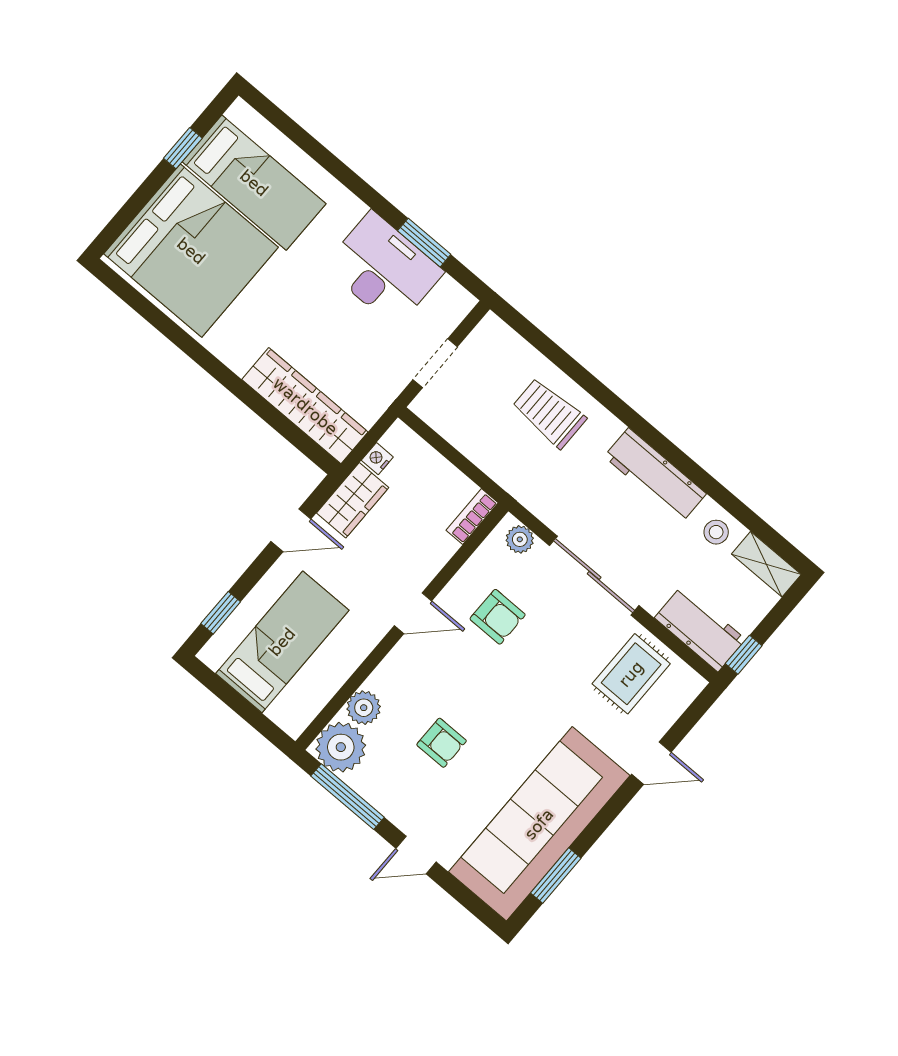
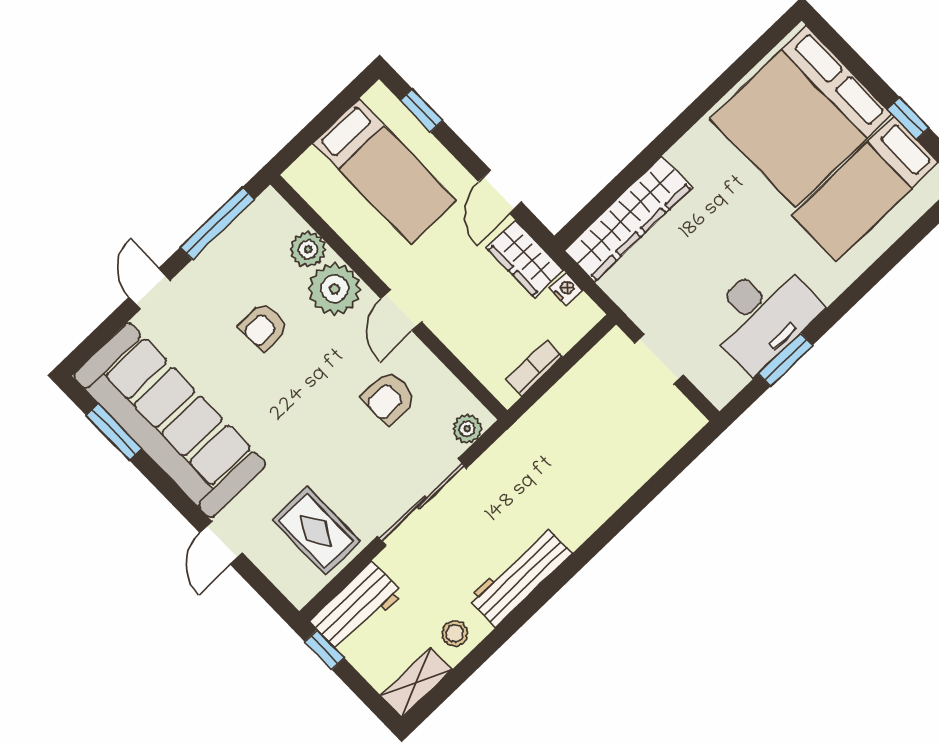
trolley: (549, 413) -> (595, 472), removed
bookcase: (472, 517) -> (535, 368), moved, turned -90
plant: (341, 747) -> (335, 289), moved

